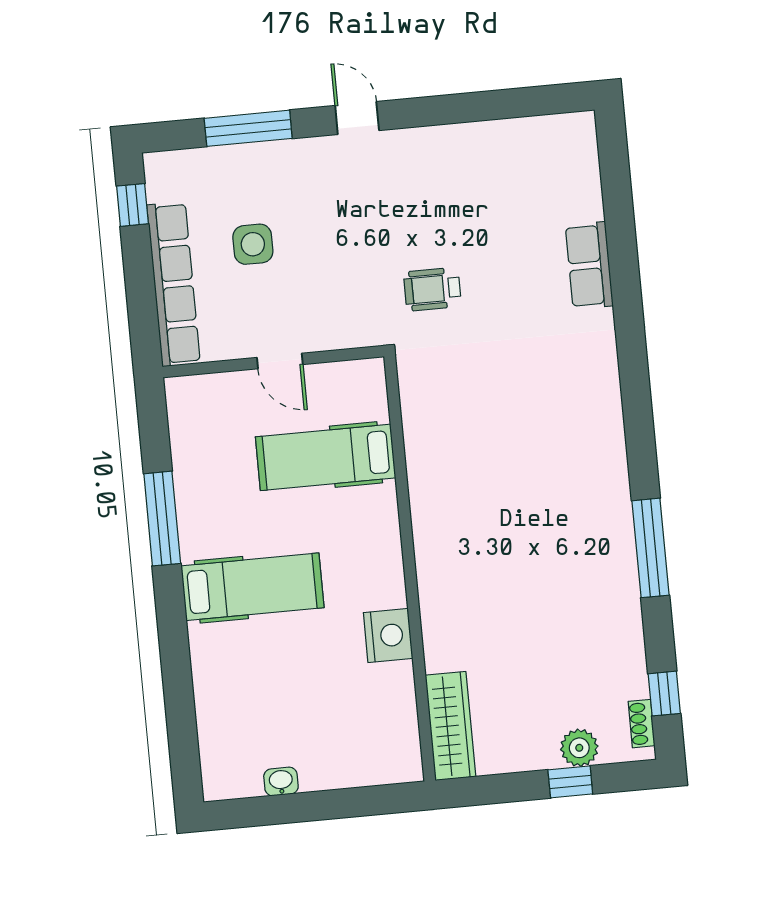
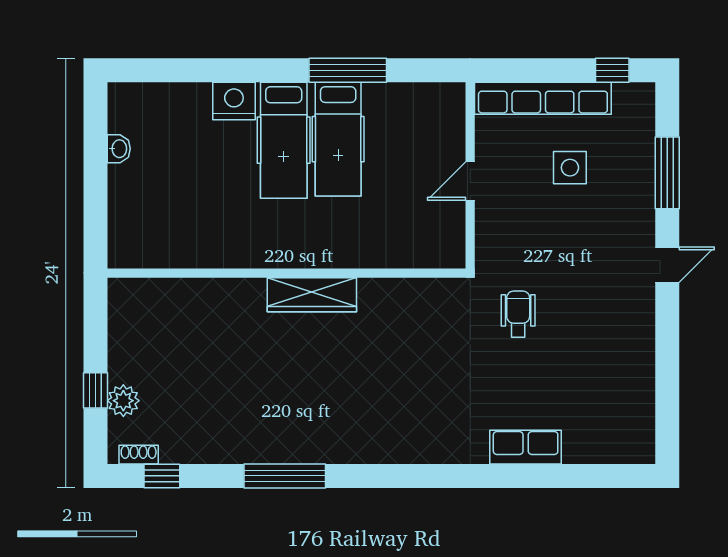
hospital bed: (326, 457) -> (338, 139), moved, turned 180
nightstand: (388, 635) -> (234, 101), moved, turned 180
wardrobe: (450, 726) -> (312, 295), moved

